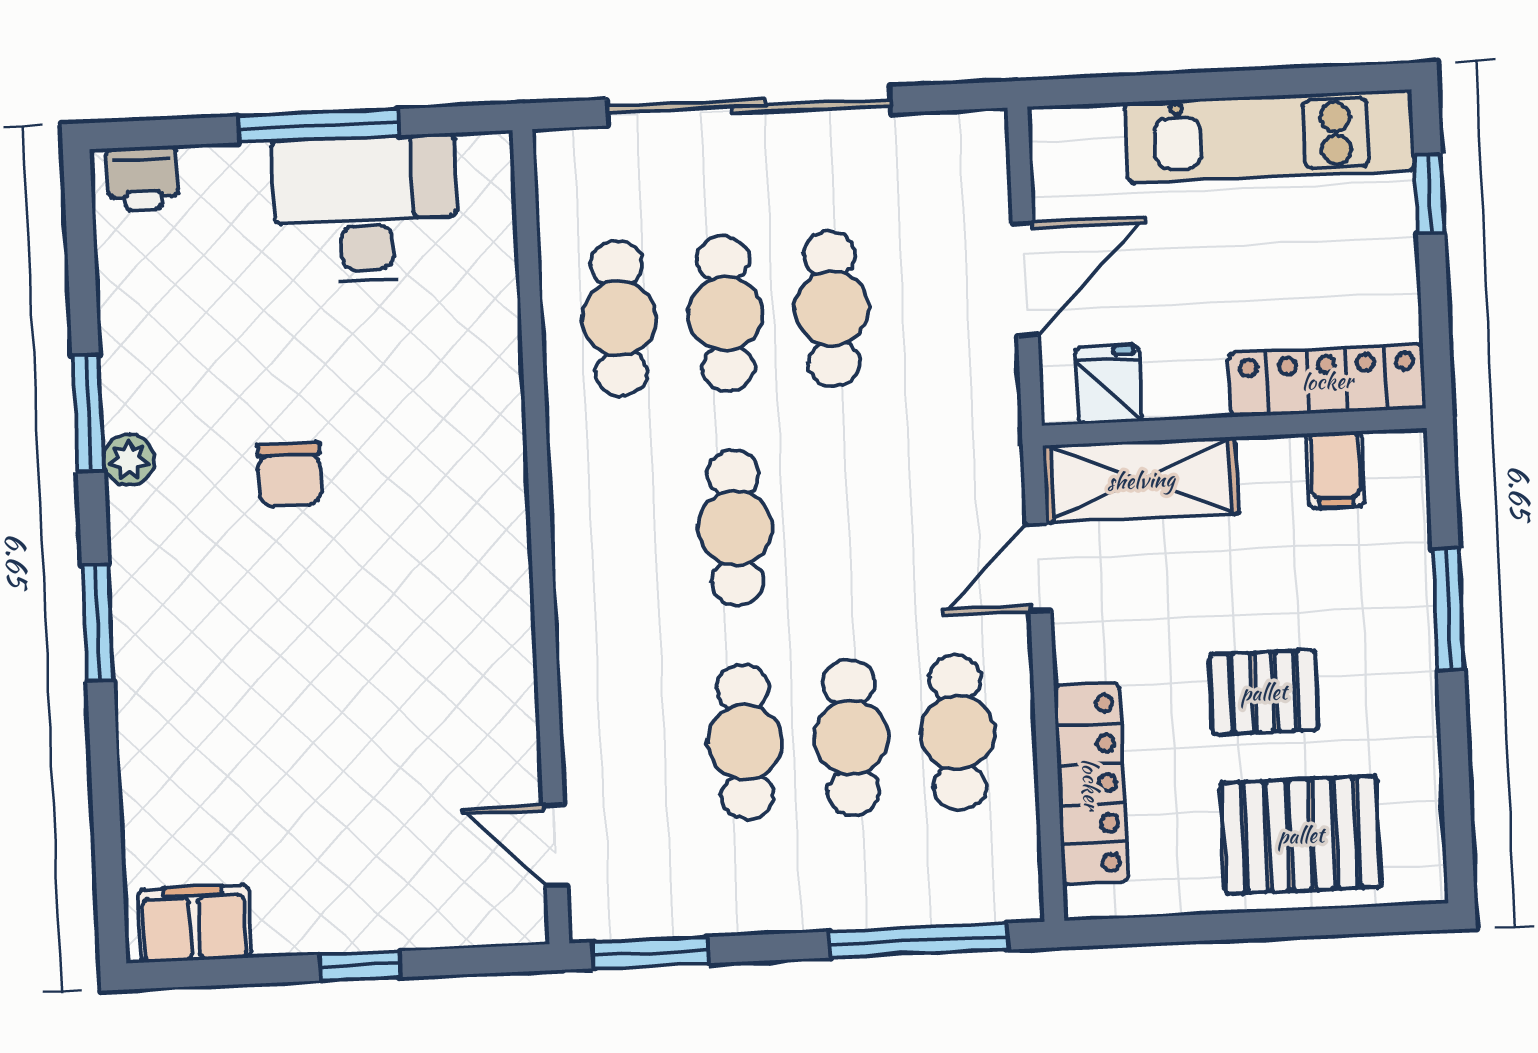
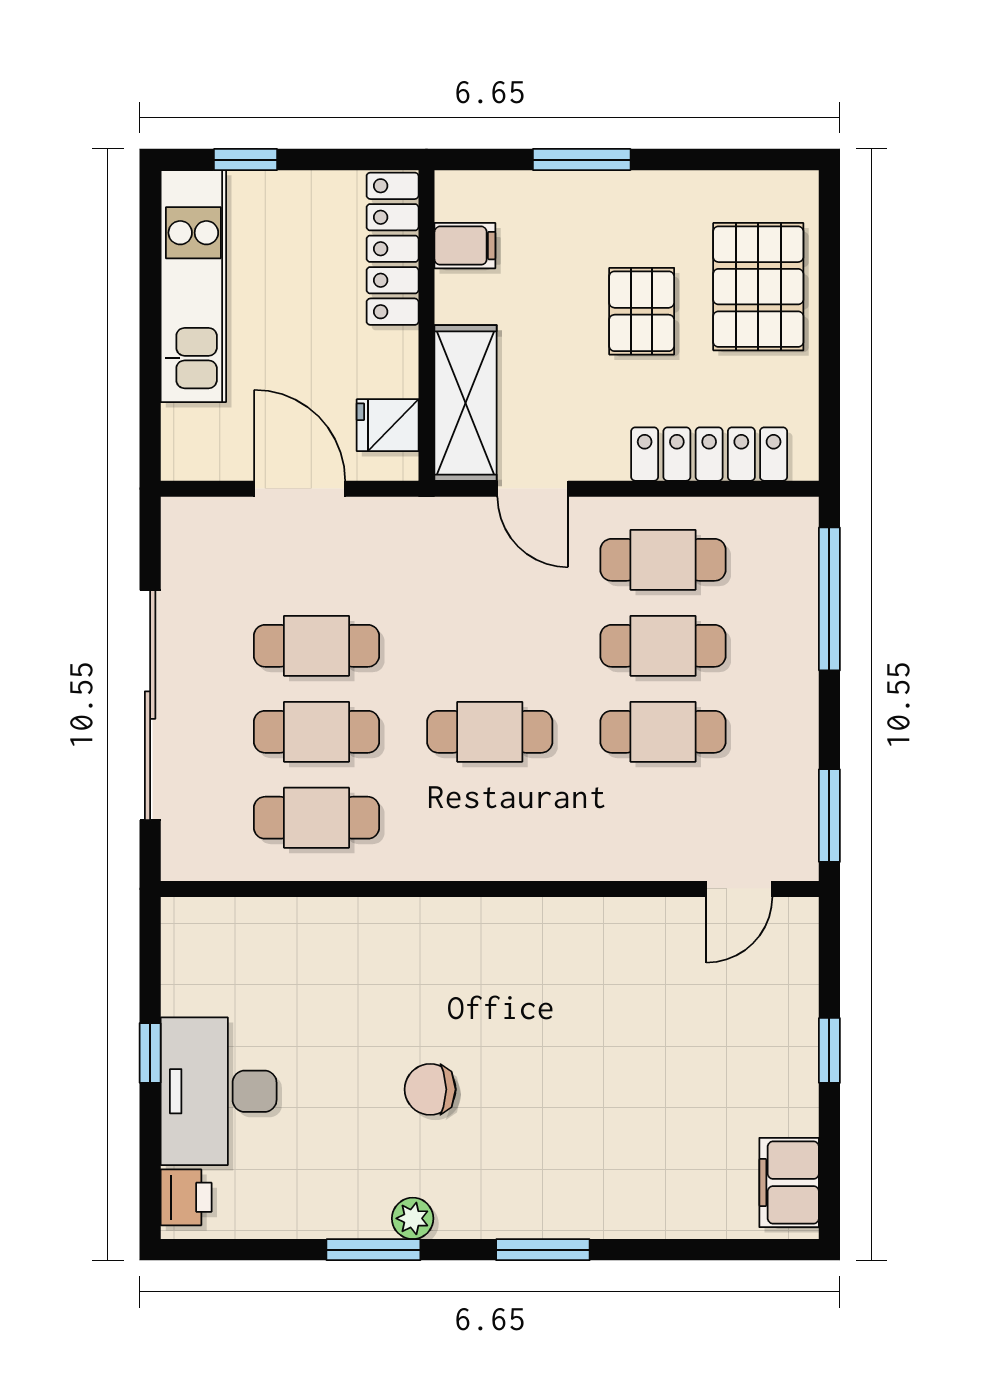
window: (319, 126) -> (150, 1053), width x0.46
desk: (366, 209) -> (219, 1091), moved
chair: (290, 474) -> (430, 1089), turned 180

